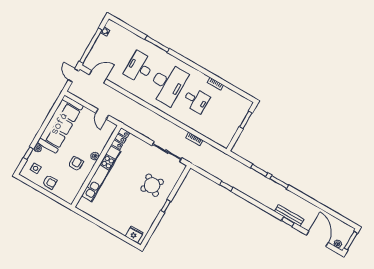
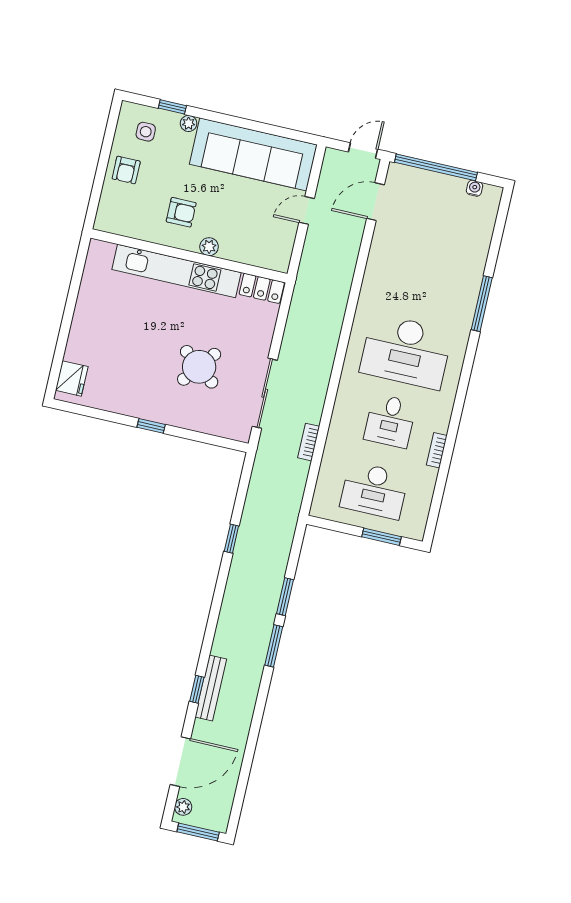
desk: (139, 67) -> (374, 490), moved, turned 180
door: (98, 77) -> (376, 202), swing flipped
door: (102, 114) -> (307, 210), moved
round table: (152, 185) -> (199, 367), moved

